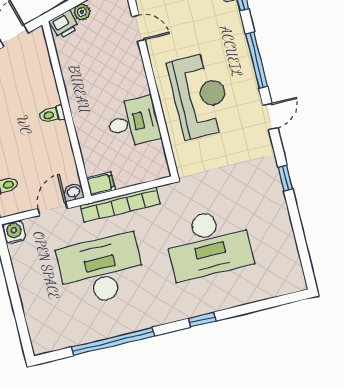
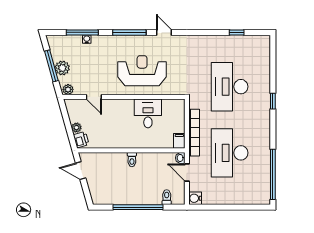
door: (138, 28) -> (94, 97), swing flipped
window: (285, 178) -> (237, 32), moved
desk: (208, 244) -> (230, 87), turned 180
window: (113, 341) -> (273, 174), moved

